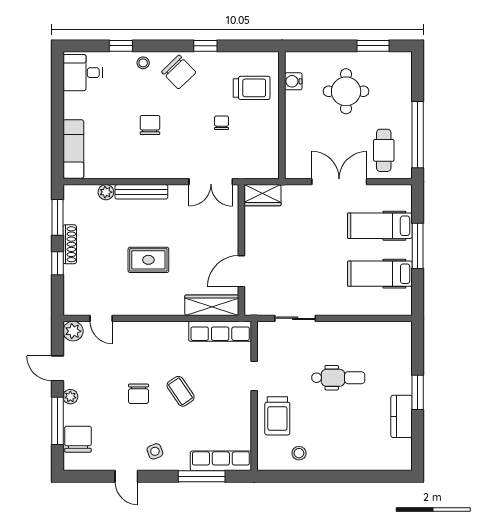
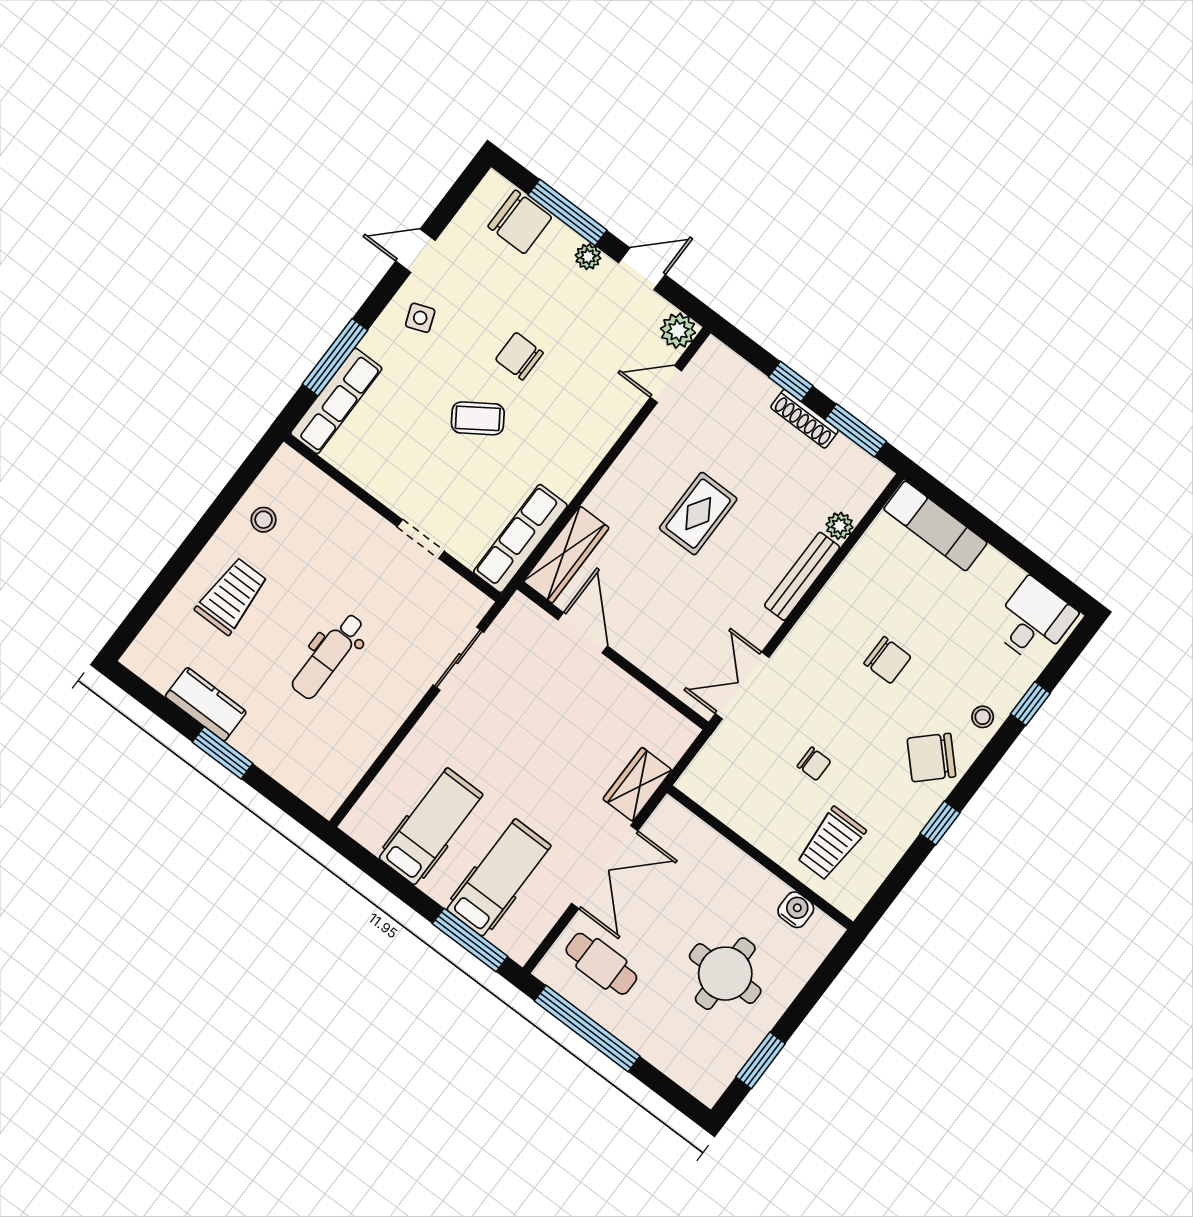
wardrobe: (262, 195) -> (637, 784), moved
window: (418, 246) -> (470, 940), moved
trolley: (277, 416) -> (232, 596), moved, turned 90

